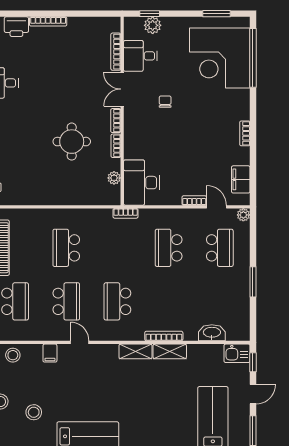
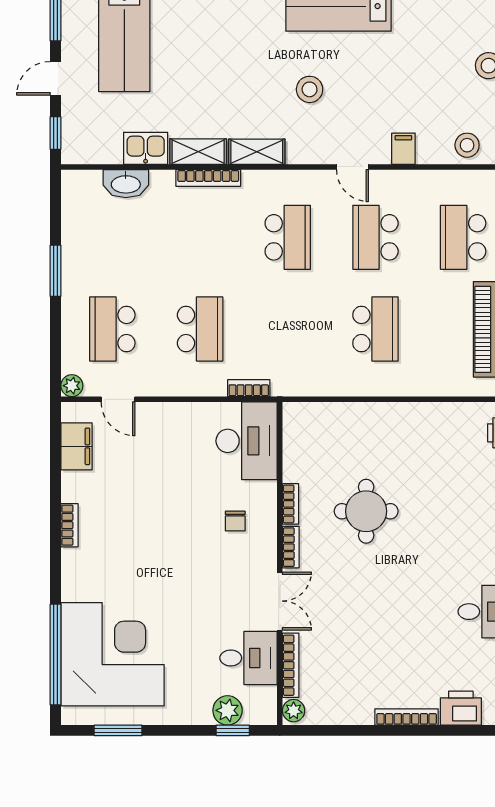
chair: (165, 102) -> (235, 521), moved
plant: (114, 178) -> (294, 711), moved
bookcase: (194, 200) -> (156, 410), removed
bookcase: (126, 213) -> (249, 388), moved
kitchen sink: (237, 353) -> (146, 148), moved
stool: (34, 412) -> (310, 89), moved

